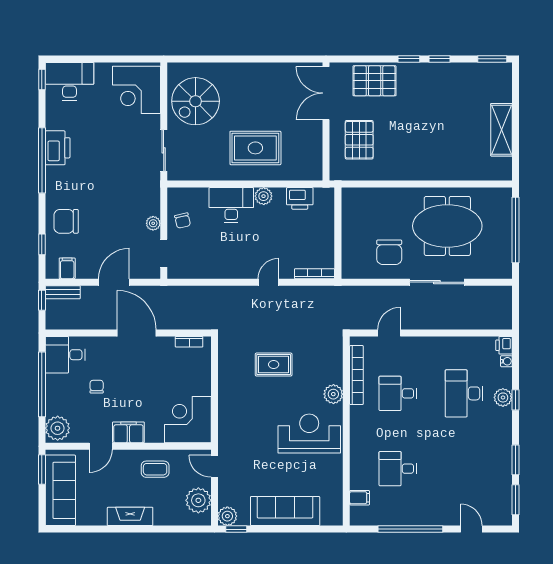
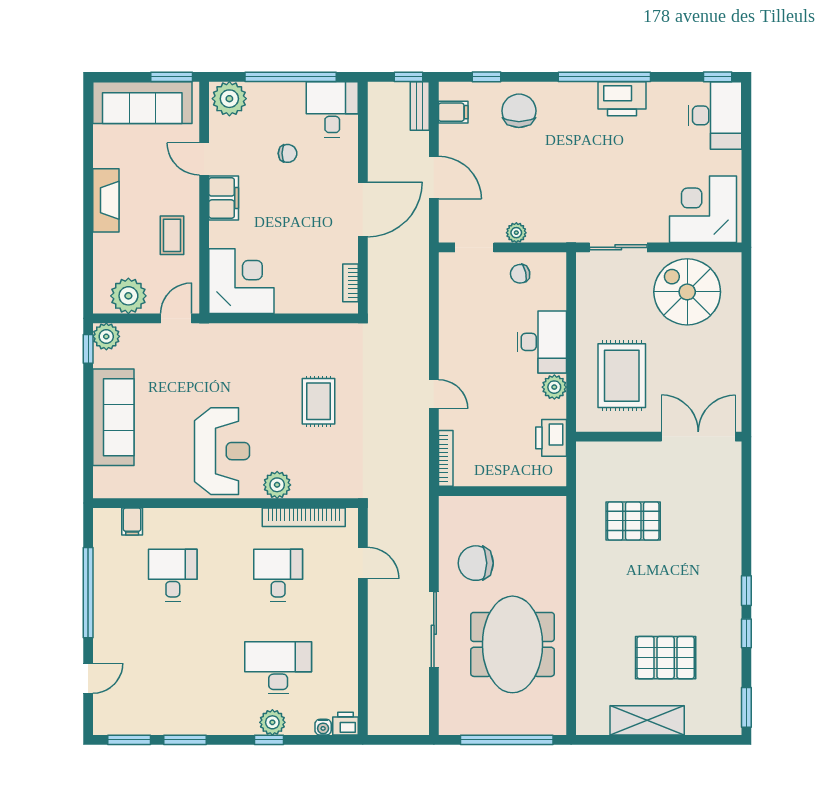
pallet: (375, 81) -> (666, 658), moved, turned 90
double door: (326, 93) -> (698, 437), moved
wall: (326, 122) -> (659, 437), moved

